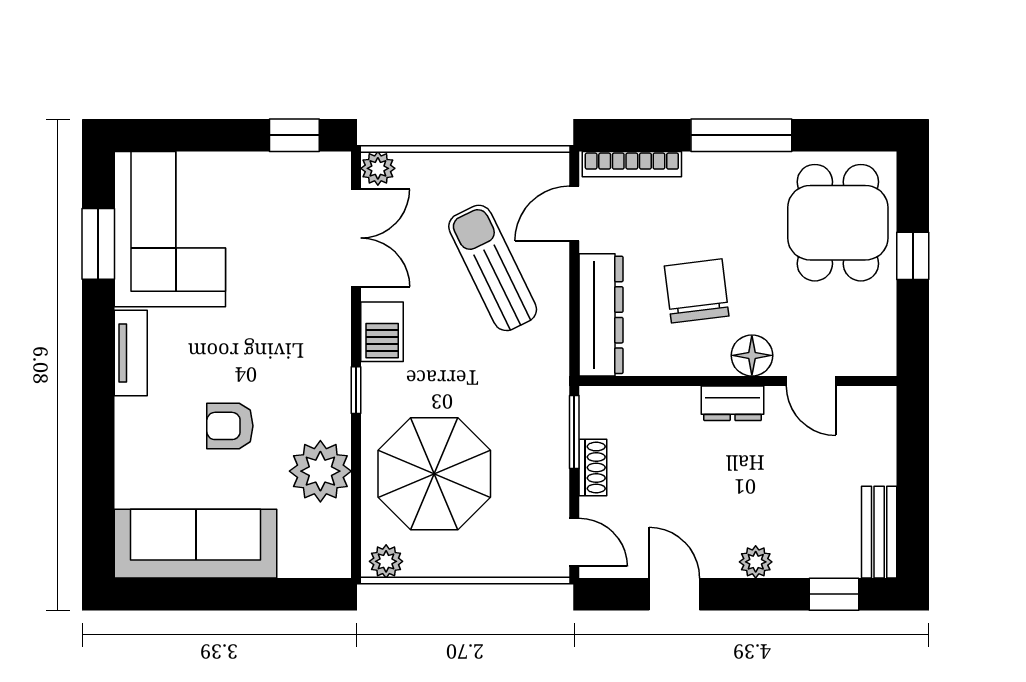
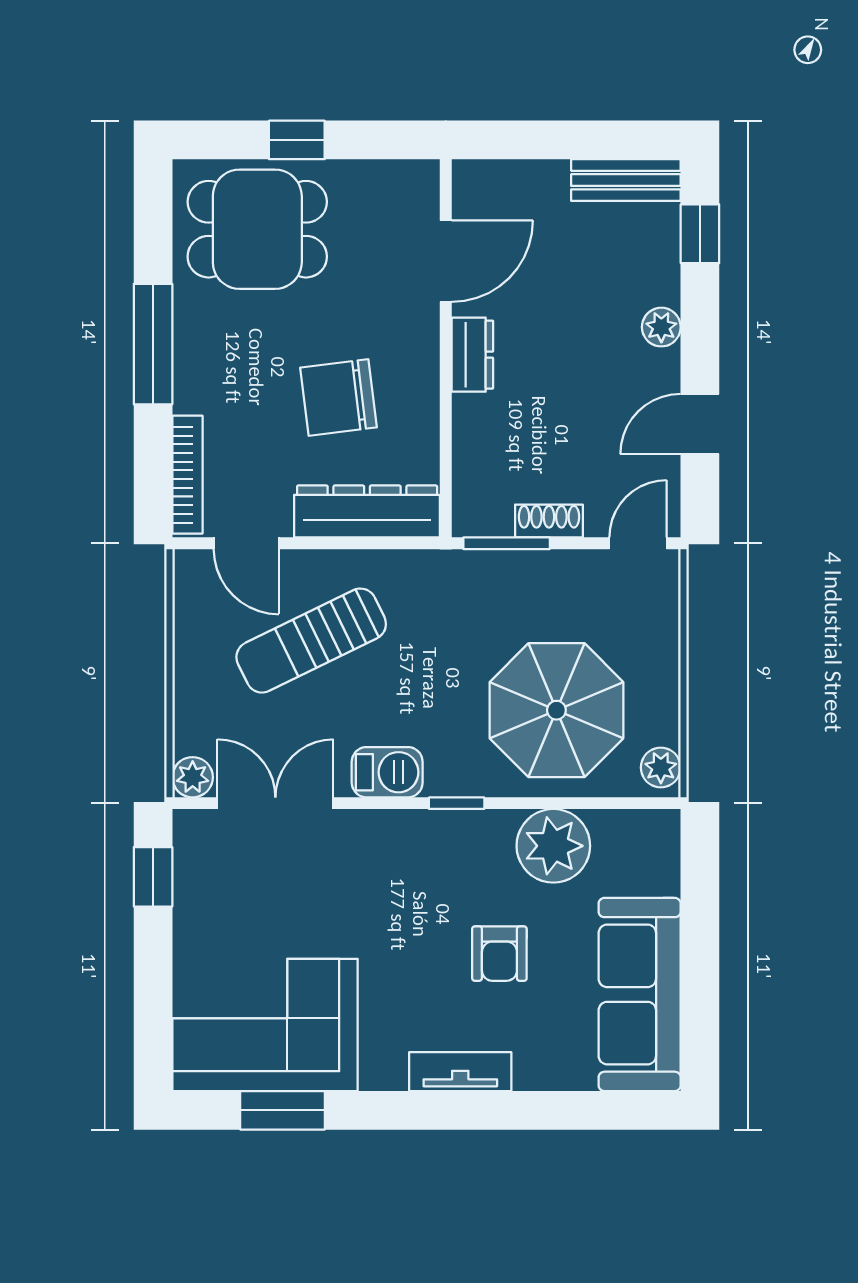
tv unit: (131, 353) -> (460, 1072), moved
floor lamp: (752, 355) -> (415, 332), removed
door: (811, 381) -> (446, 261), width x1.38

